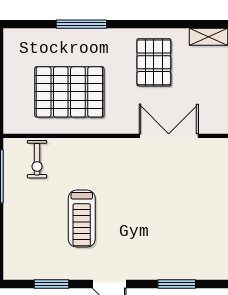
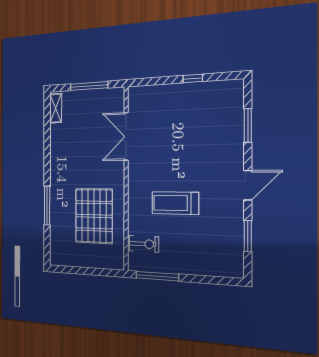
pallet: (154, 62) -> (73, 150), removed
treadmill: (82, 219) -> (175, 203), moved, turned 180

